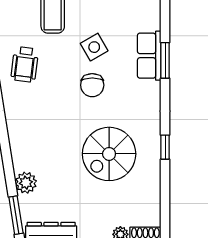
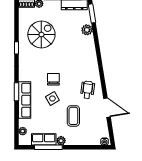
row of seats: (149, 56) -> (25, 100), width x1.48
spiral stairs: (109, 154) -> (41, 35), moved

